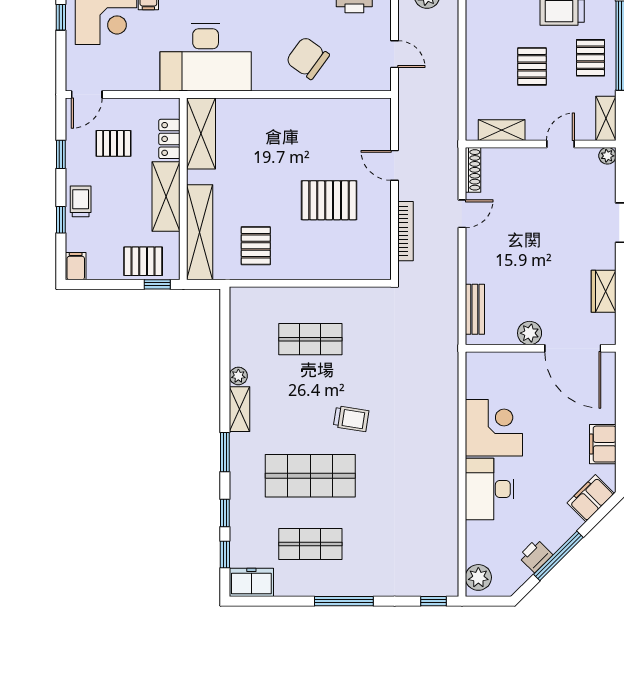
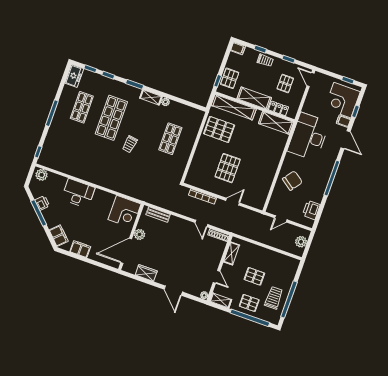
pallet: (256, 246) -> (219, 129), width x1.50, depth x1.42
corner desk: (494, 428) -> (125, 212), moved

